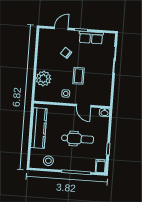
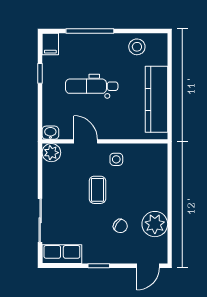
door: (61, 28) -> (148, 266), moved
row of seats: (91, 38) -> (62, 254), moved
plant: (43, 79) -> (155, 224), moved
plant: (105, 100) -> (51, 153), added

